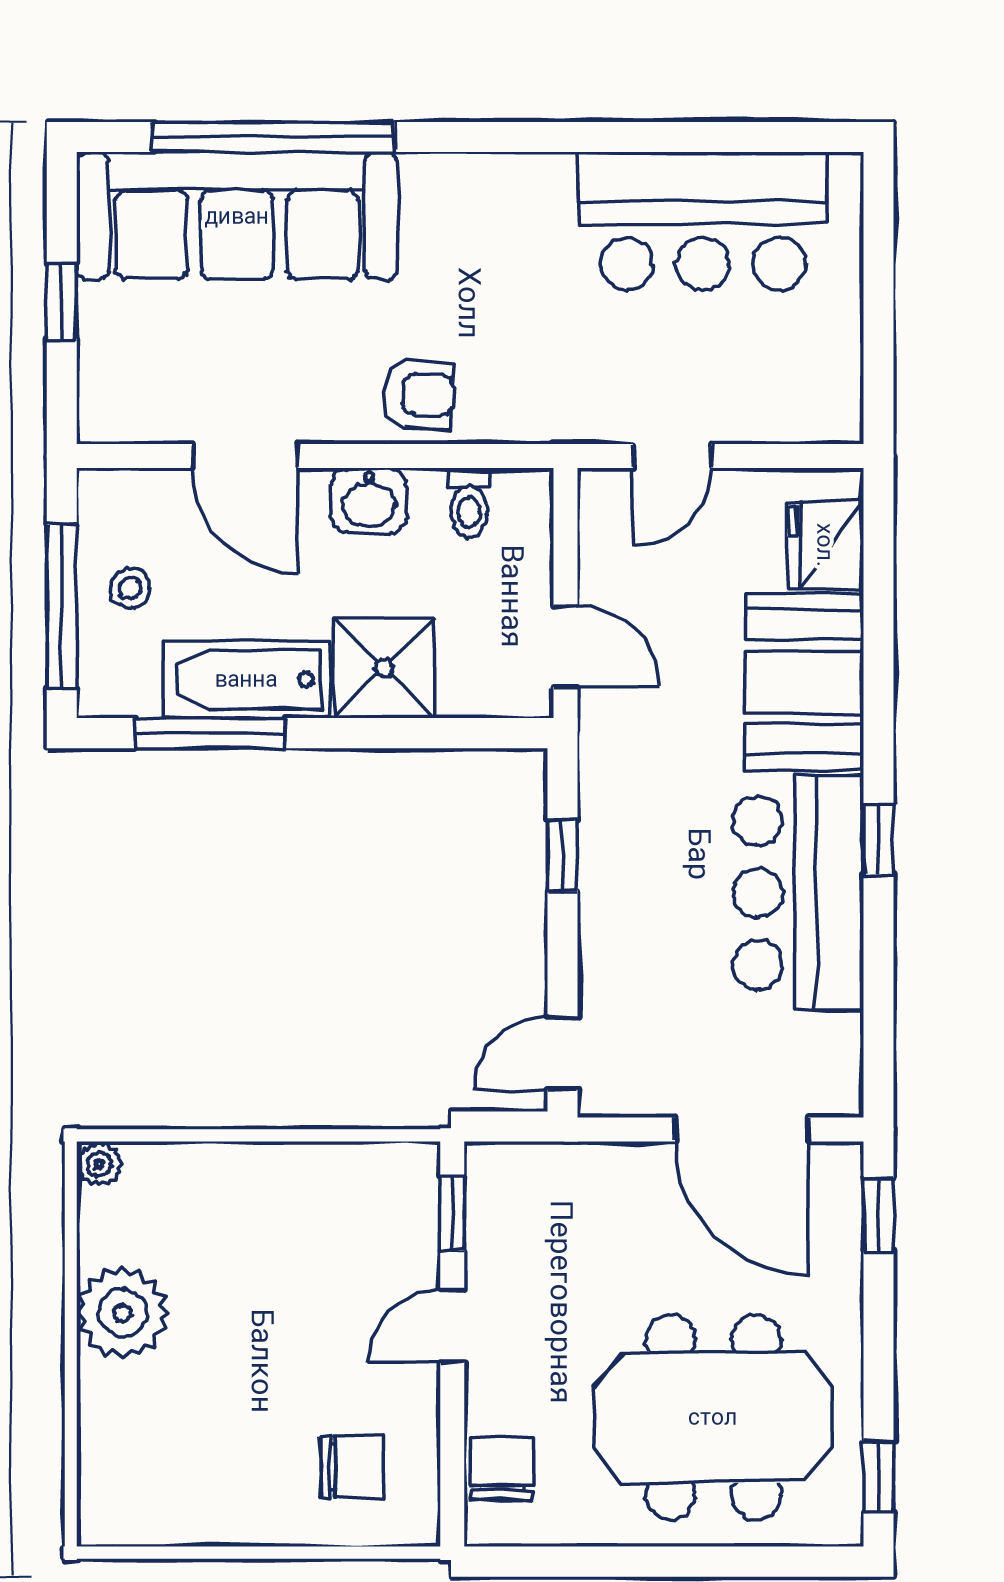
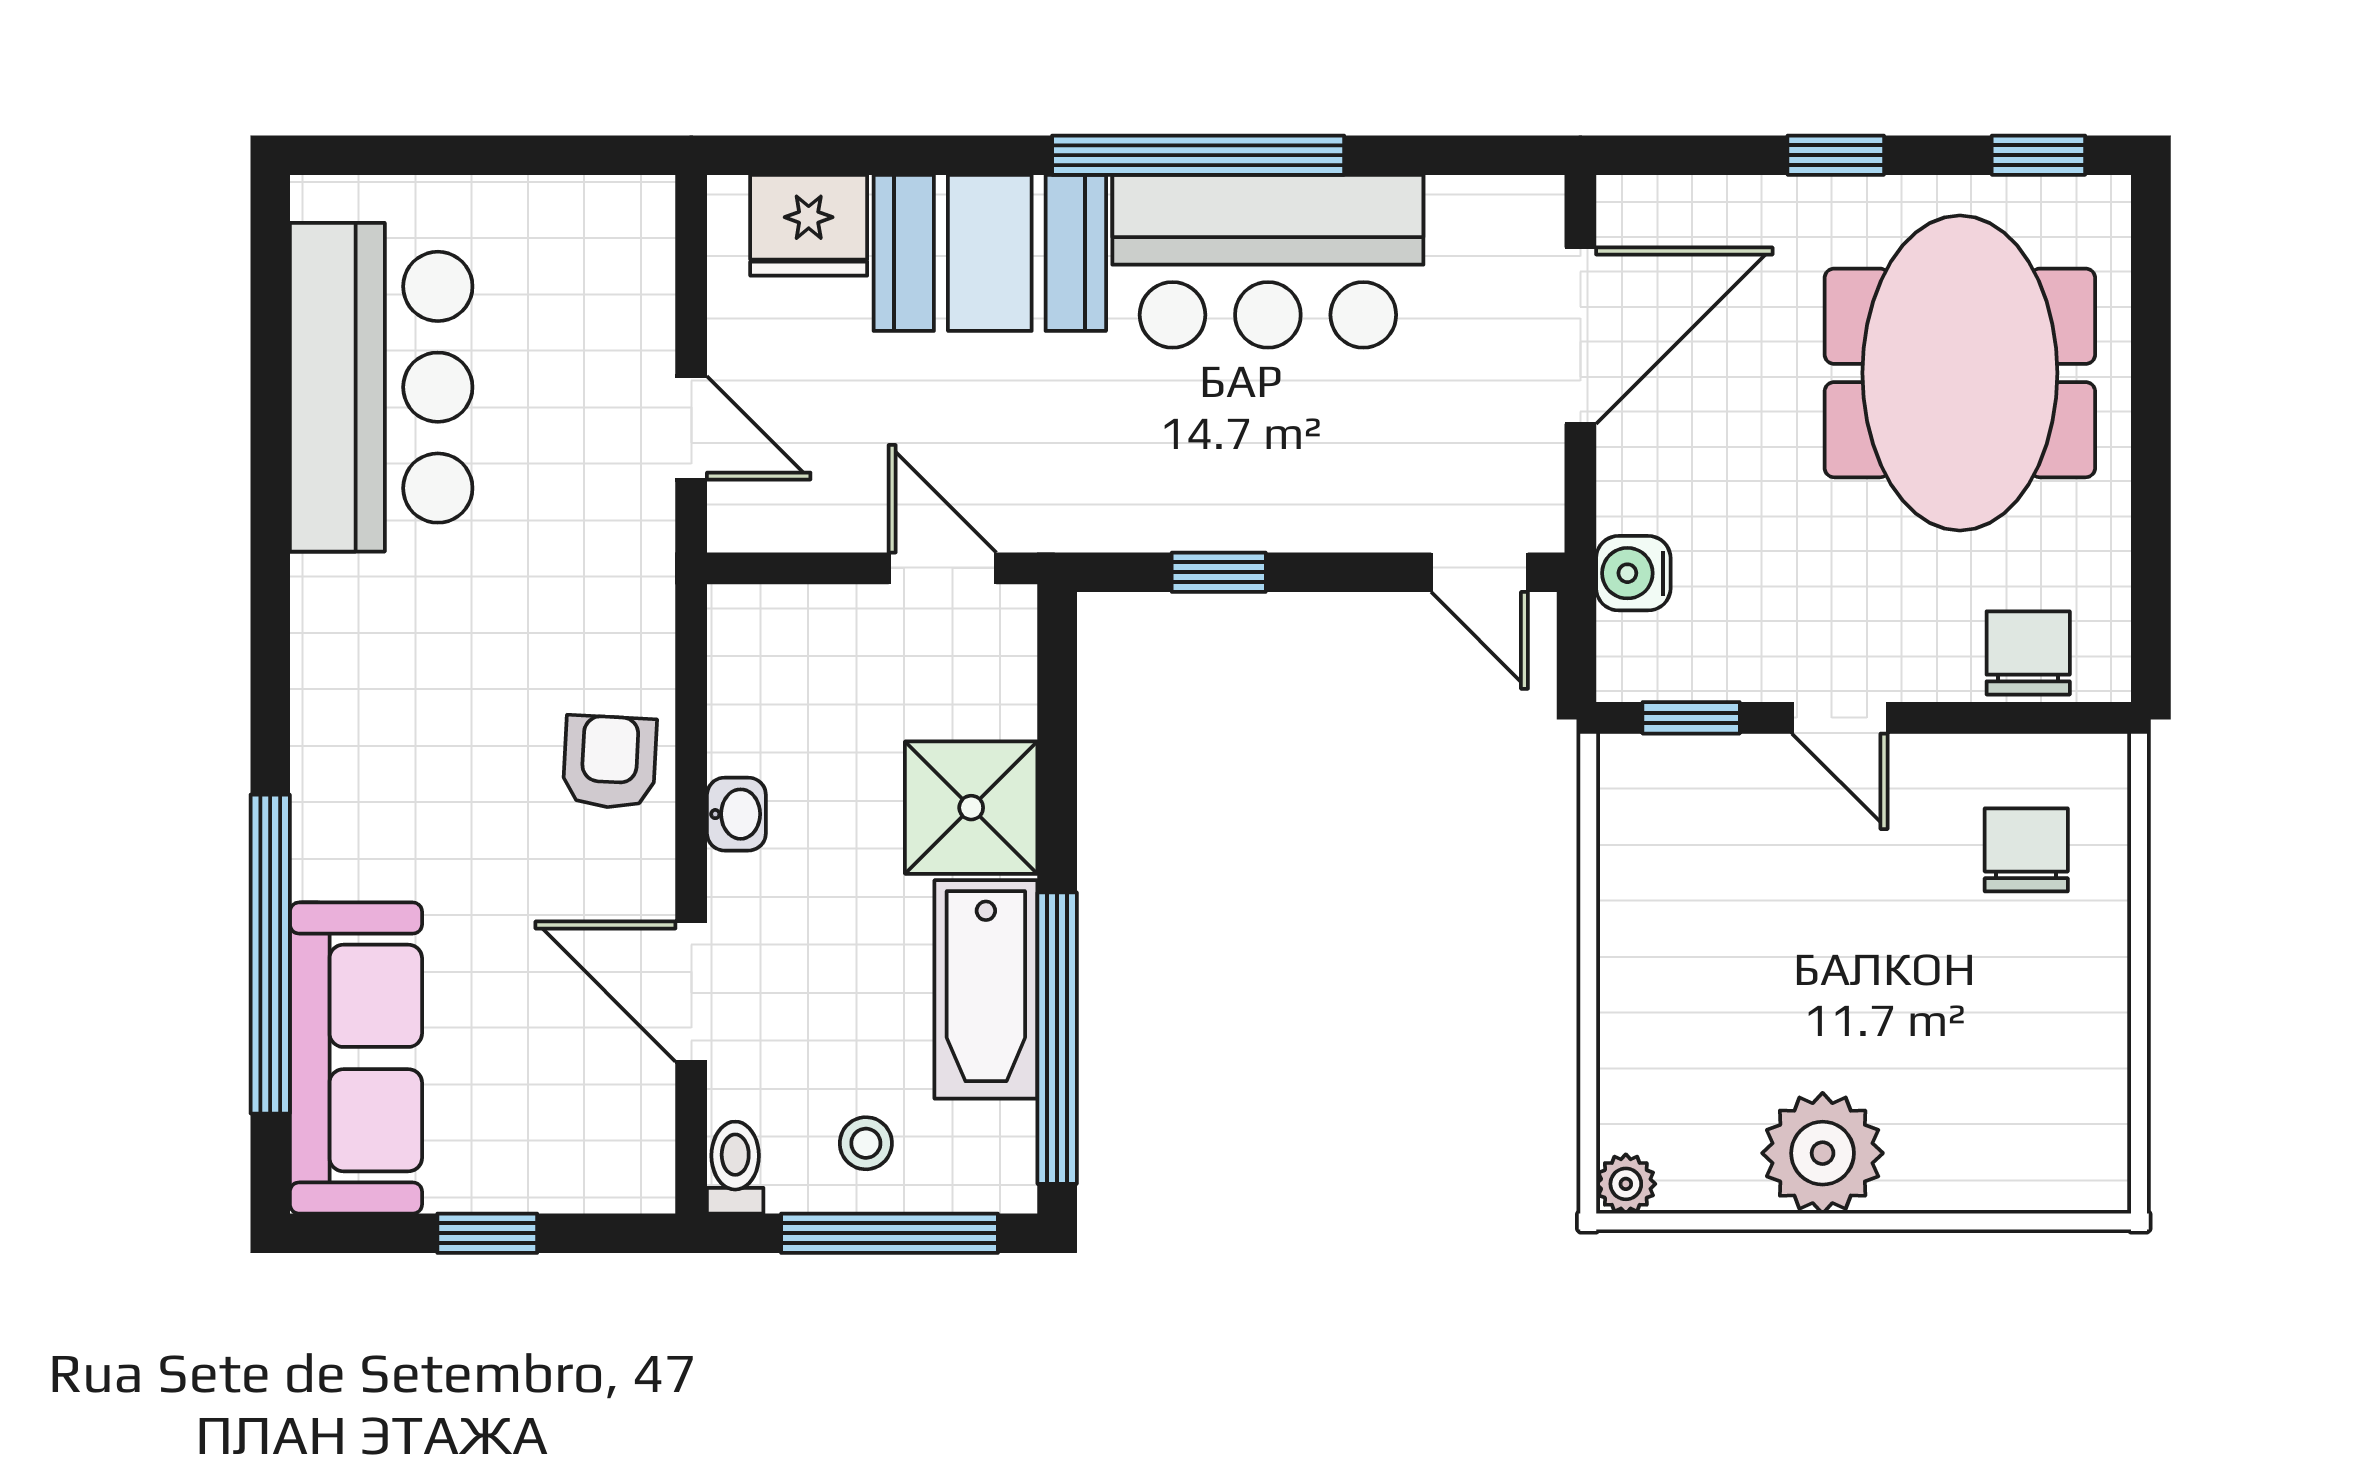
sofa: (237, 216) -> (356, 1058), width x0.74, depth x0.79
door: (245, 456) -> (691, 991), swing flipped
washbasin: (369, 500) -> (736, 814), width x0.72, depth x0.69
toilet: (469, 503) -> (735, 1168), moved, turned -90
door: (565, 646) -> (942, 568), hinge flipped
window: (210, 733) -> (1057, 1038), width x1.46
window: (878, 840) -> (1198, 155), width x3.17
water cooler: (562, 1170) -> (1633, 573), added
window: (878, 1215) -> (1836, 155), moved
chair: (501, 1469) -> (2028, 653), turned 90

